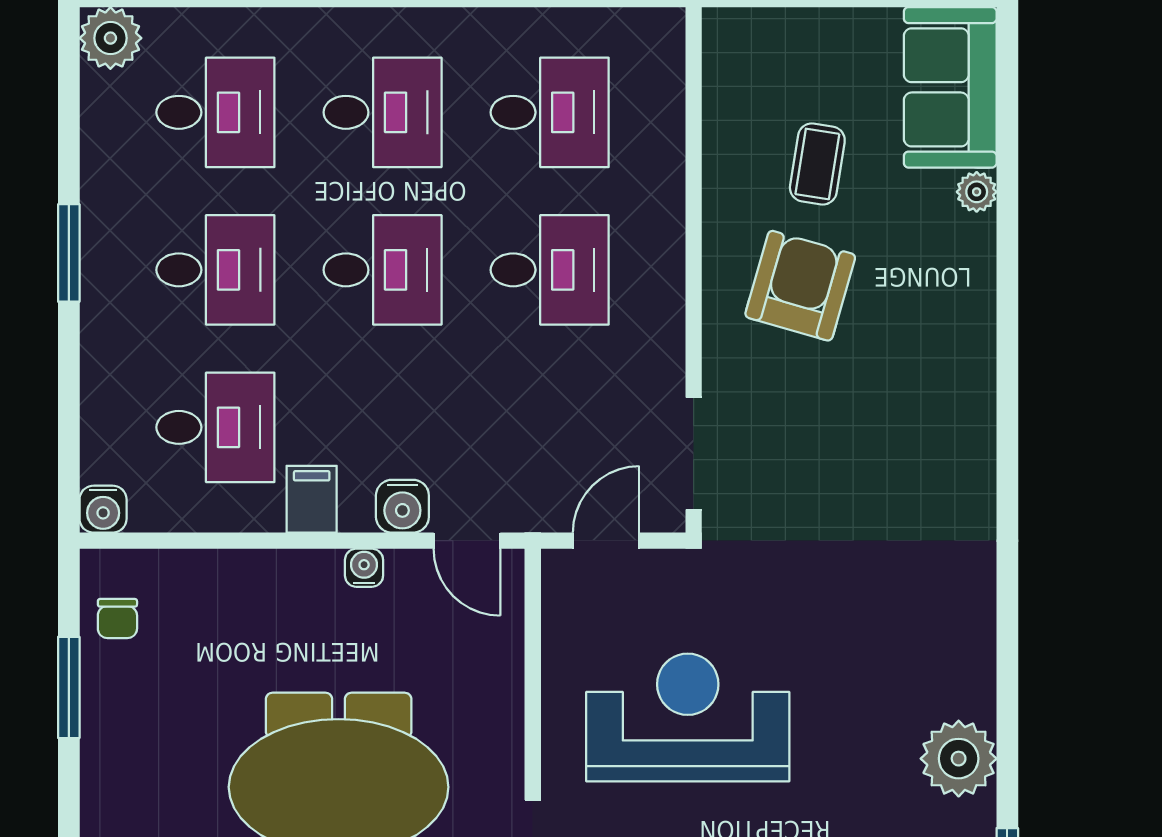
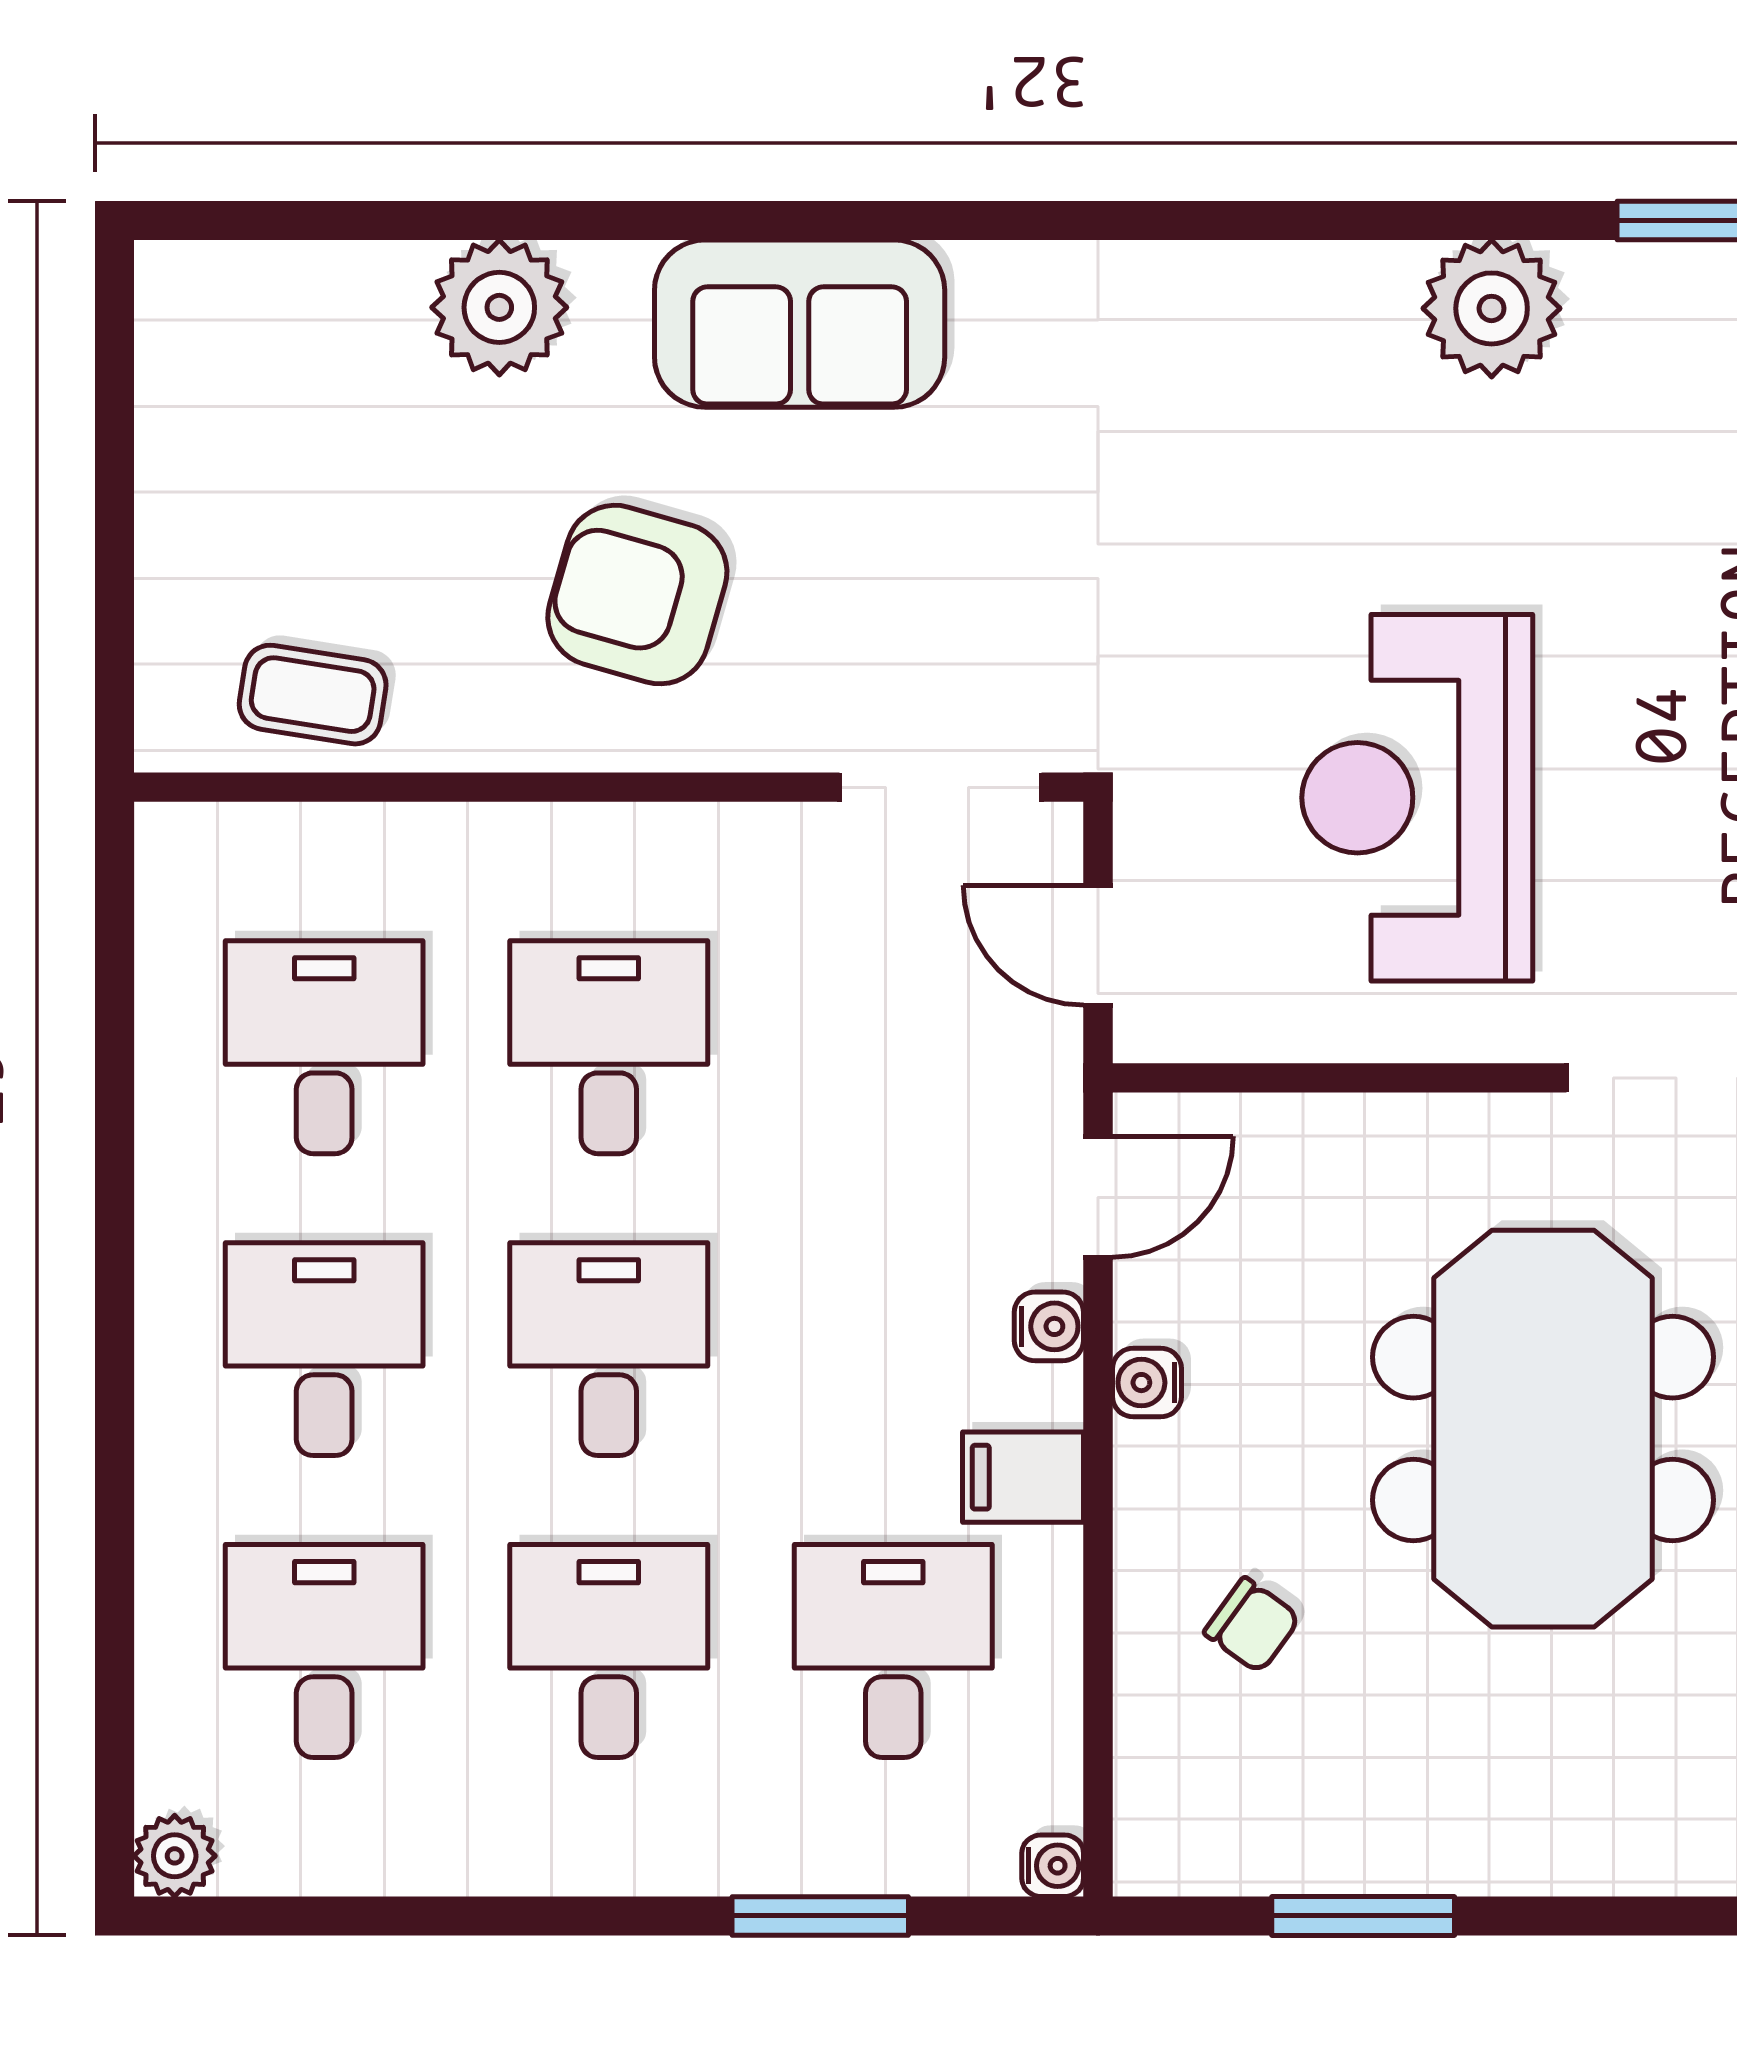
plant: (110, 38) -> (175, 1856), width x0.73, depth x0.73
sofa: (950, 87) -> (800, 324), moved
coffee table: (817, 164) -> (313, 695), moved
plant: (977, 192) -> (499, 307), width x1.88, depth x1.88
window: (69, 253) -> (820, 1916), moved
water cooler: (402, 506) -> (1049, 1326), width x0.72, depth x0.72
water cooler: (103, 509) -> (1053, 1866), width x0.72, depth x0.72
chair: (117, 618) -> (1252, 1625), moved, turned 36

